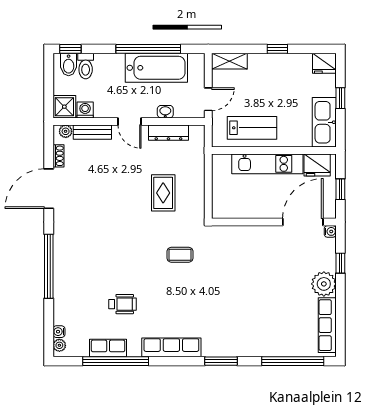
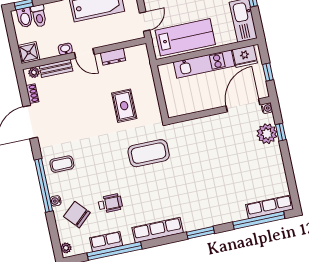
washing machine: (85, 110) -> (46, 52), removed
washbasin: (165, 112) -> (65, 49), moved
lab bench: (252, 128) -> (185, 37), width x1.36, depth x1.39
dresser: (168, 133) -> (113, 57), width x0.70
coffee table: (76, 246) -> (62, 164), added
coffee table: (180, 255) -> (149, 153), width x1.86, depth x1.72
plant: (324, 284) -> (267, 134), moved
chair: (81, 309) -> (77, 215), added
row of seats: (327, 325) -> (270, 207), moved, turned 90
water cooler: (59, 332) -> (56, 201), moved

